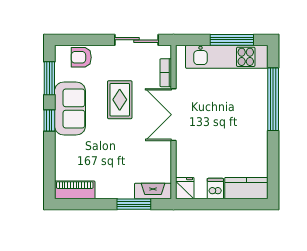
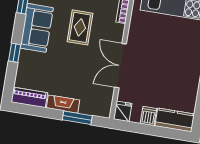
double door: (174, 115) -> (120, 66), moved
window: (49, 120) -> (15, 53), moved
fireplace: (153, 191) -> (63, 104), moved

